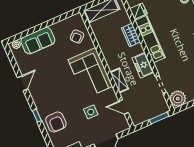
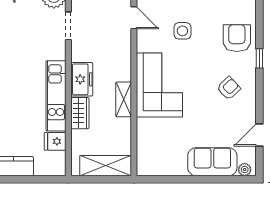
armchair: (77, 37) -> (229, 88), moved
freezer: (143, 65) -> (82, 79), moved
shelving: (119, 80) -> (124, 99), moved
door: (23, 83) -> (259, 135), moved

